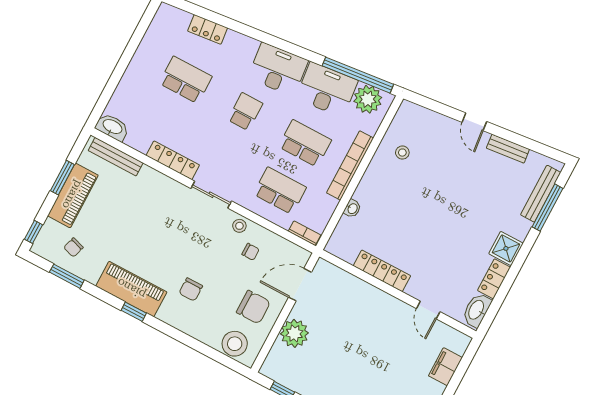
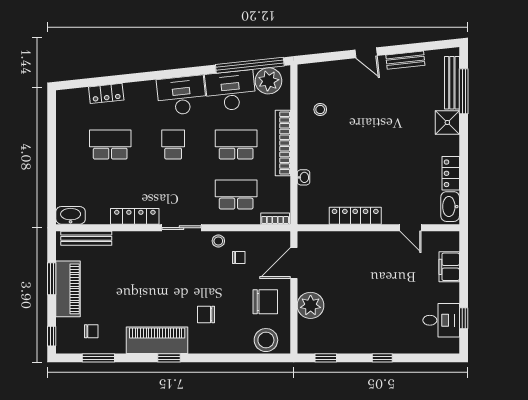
chair: (73, 247) -> (91, 331), turned -107
shower: (506, 248) -> (447, 122), moved
chair: (191, 289) -> (206, 315), turned 90

